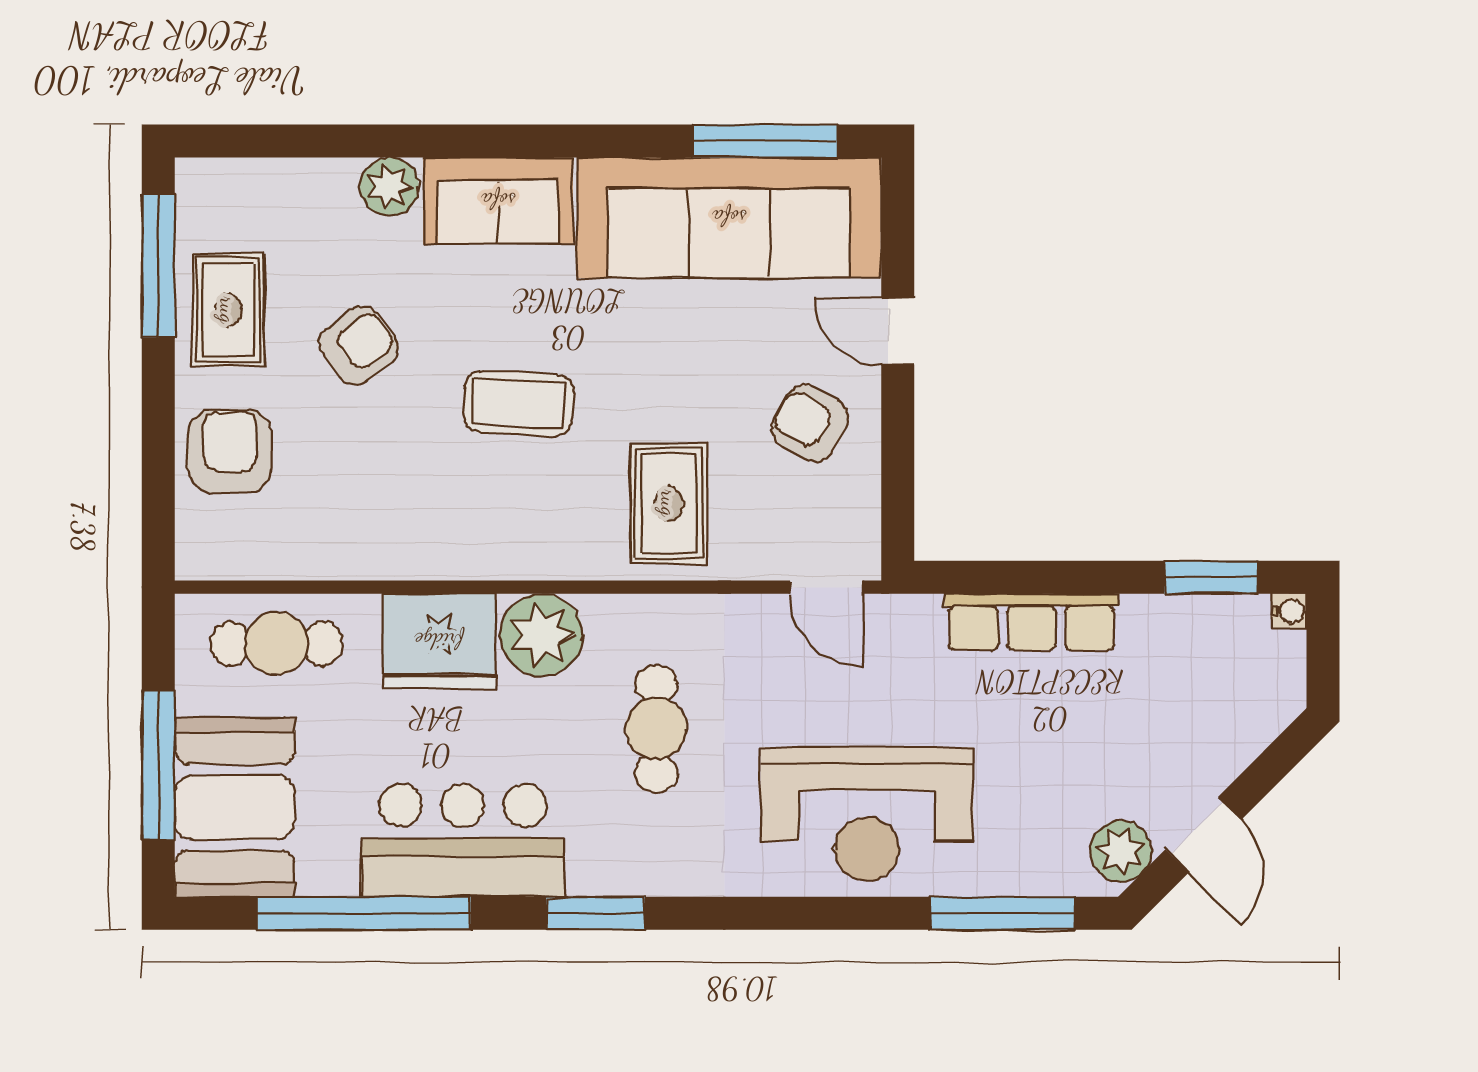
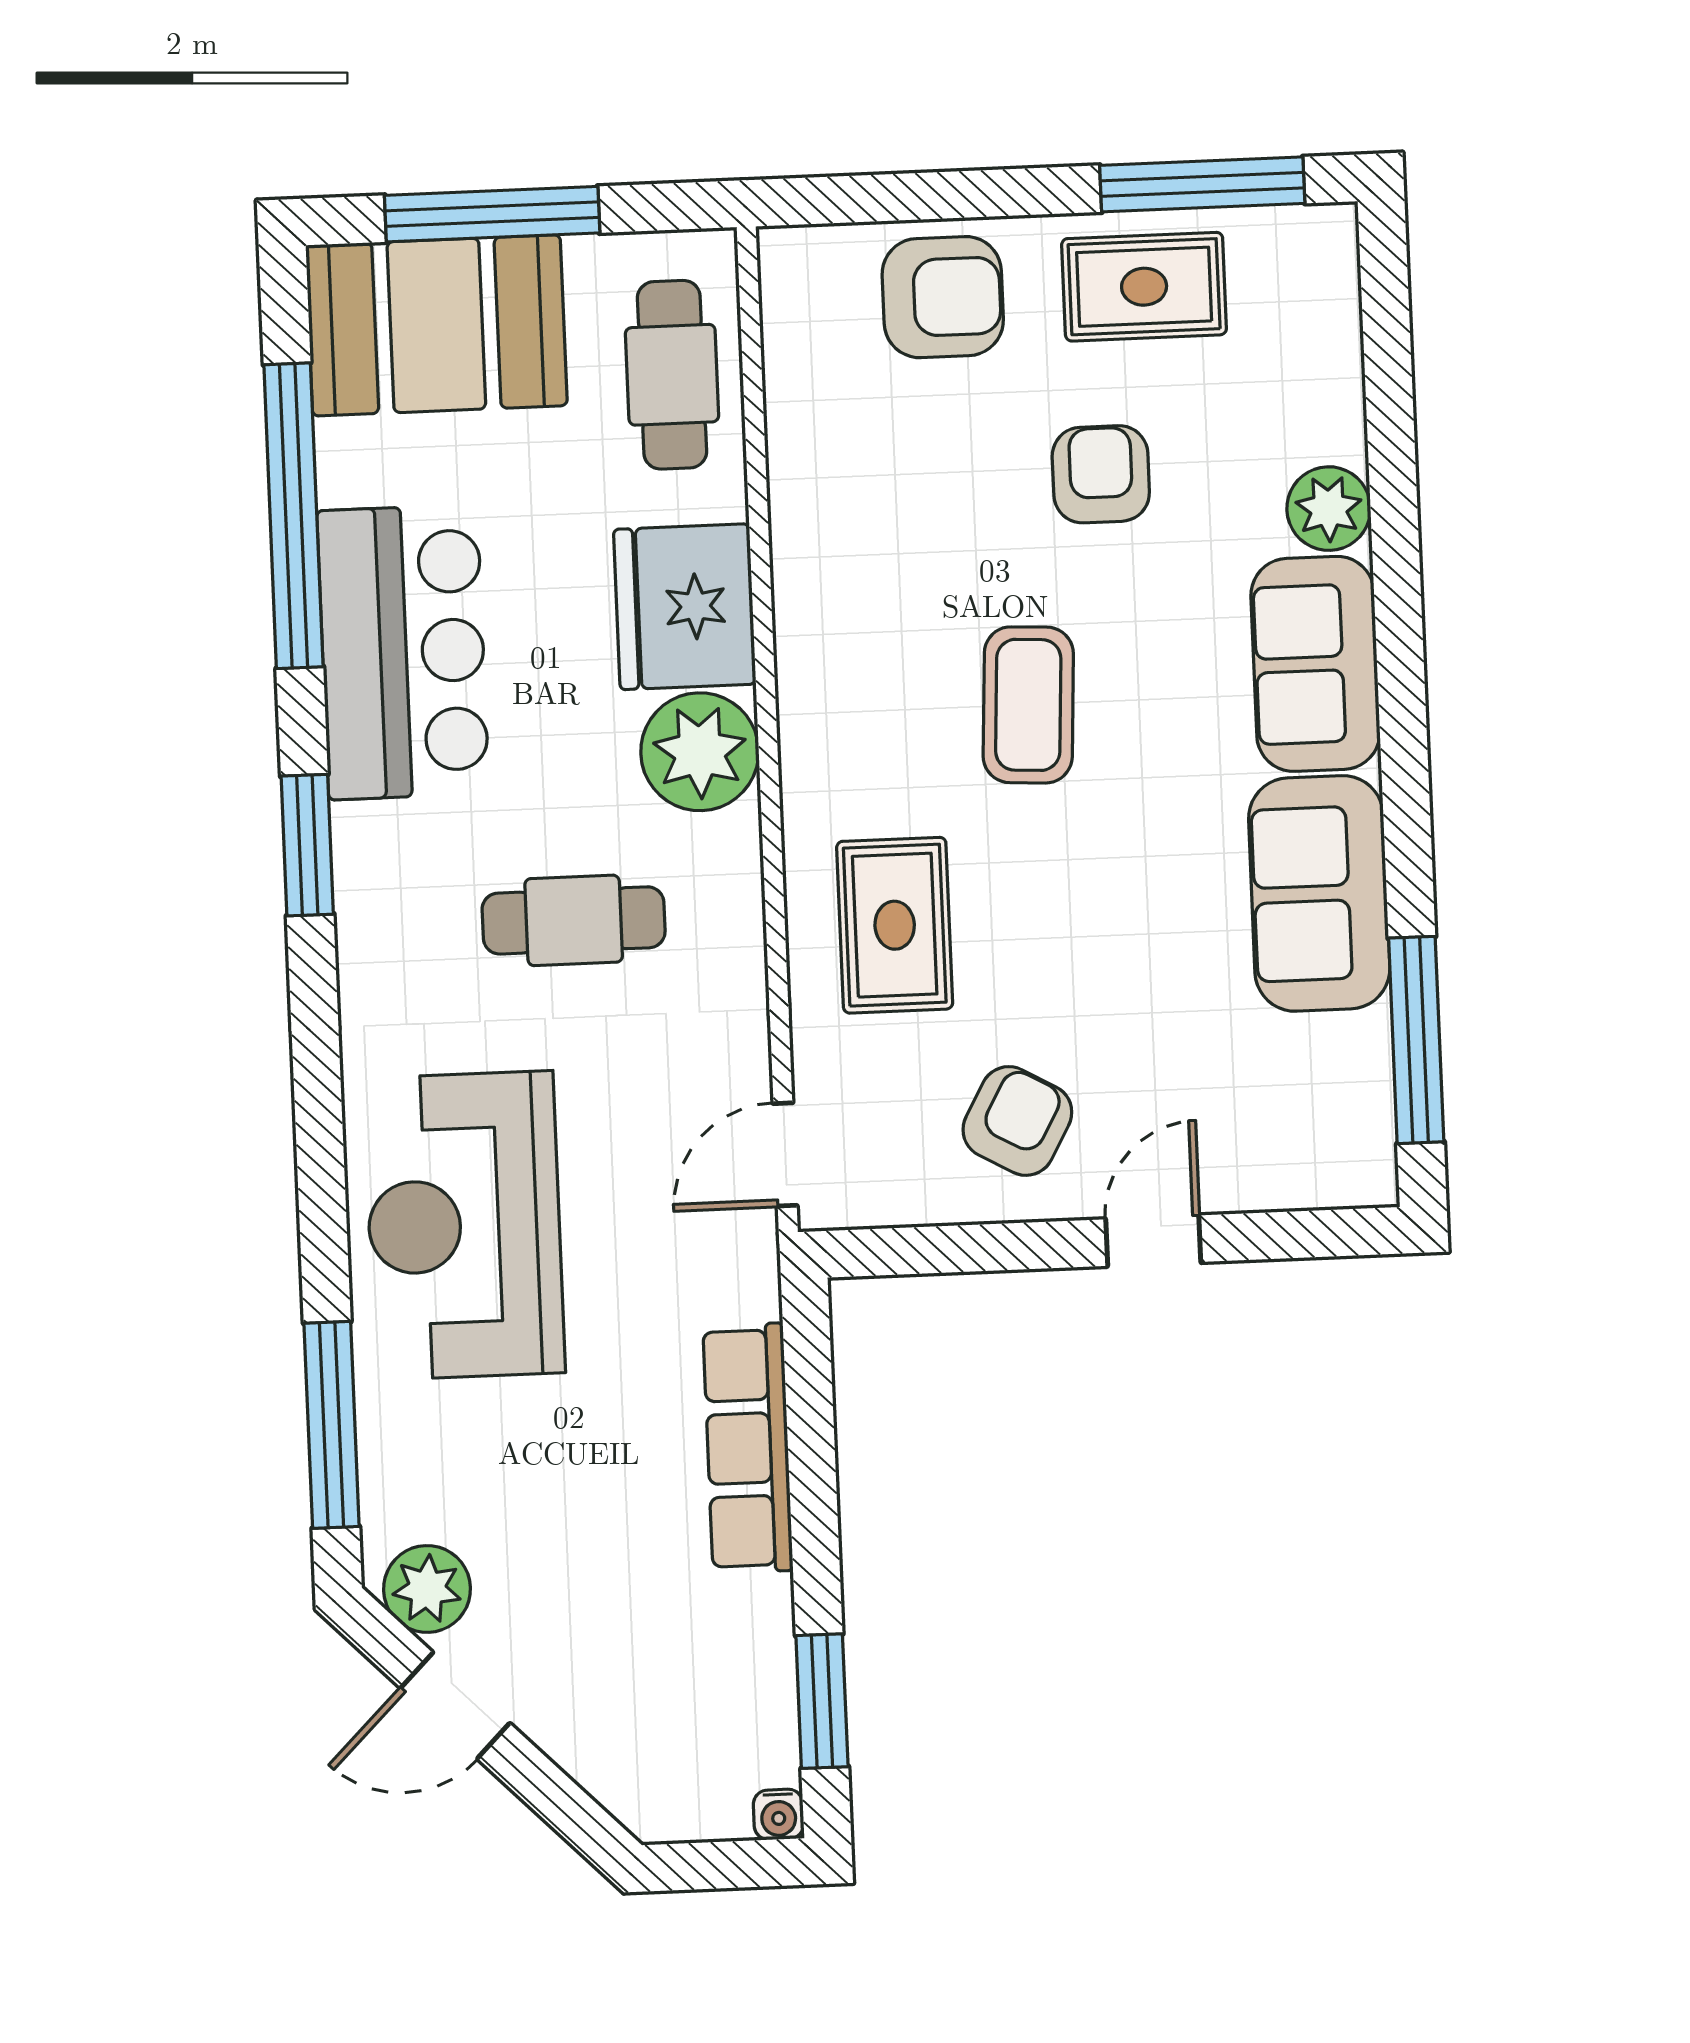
sofa: (729, 218) -> (1319, 893), width x0.54, depth x0.79
armchair: (359, 346) -> (1101, 474), turned -143
rug: (669, 503) -> (895, 925), turned 90

